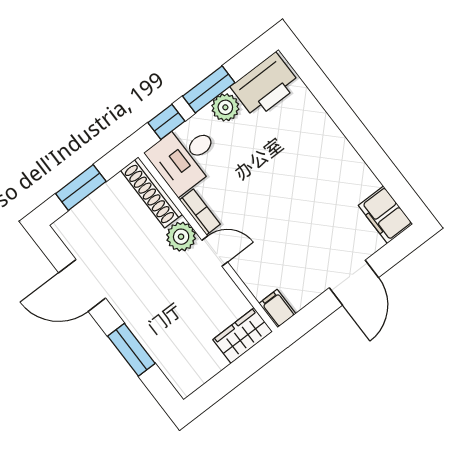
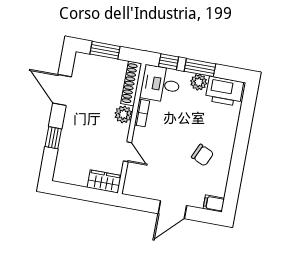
chair: (320, 184) -> (202, 155), added
filing cabinet: (385, 215) -> (214, 203), width x0.50
door: (215, 251) -> (127, 152), moved
filing cabinet: (277, 309) -> (130, 186), removed
window: (131, 350) -> (53, 138), width x0.67

